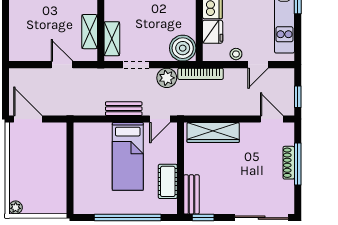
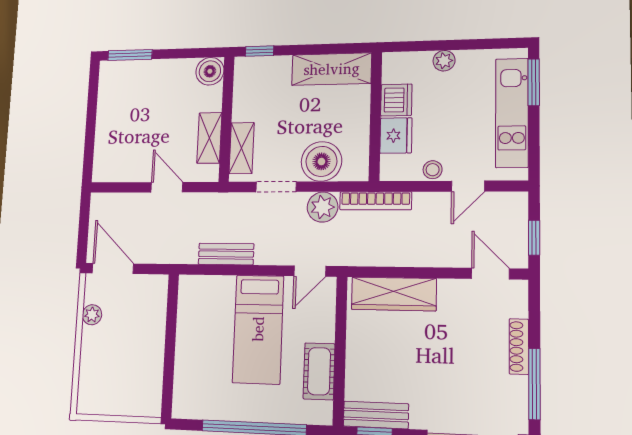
boiler: (183, 48) -> (321, 161), moved
bench: (124, 109) -> (226, 254), moved
window: (298, 164) -> (534, 384), moved
bench: (191, 194) -> (376, 415), moved, turned 90
plant: (16, 208) -> (92, 315), moved

